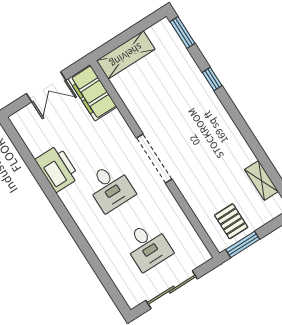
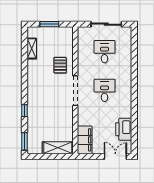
double door: (46, 87) -> (115, 157), moved
printer: (57, 169) -> (124, 129), moved
pallet: (231, 221) -> (60, 65), moved
window: (243, 244) -> (49, 24), moved

